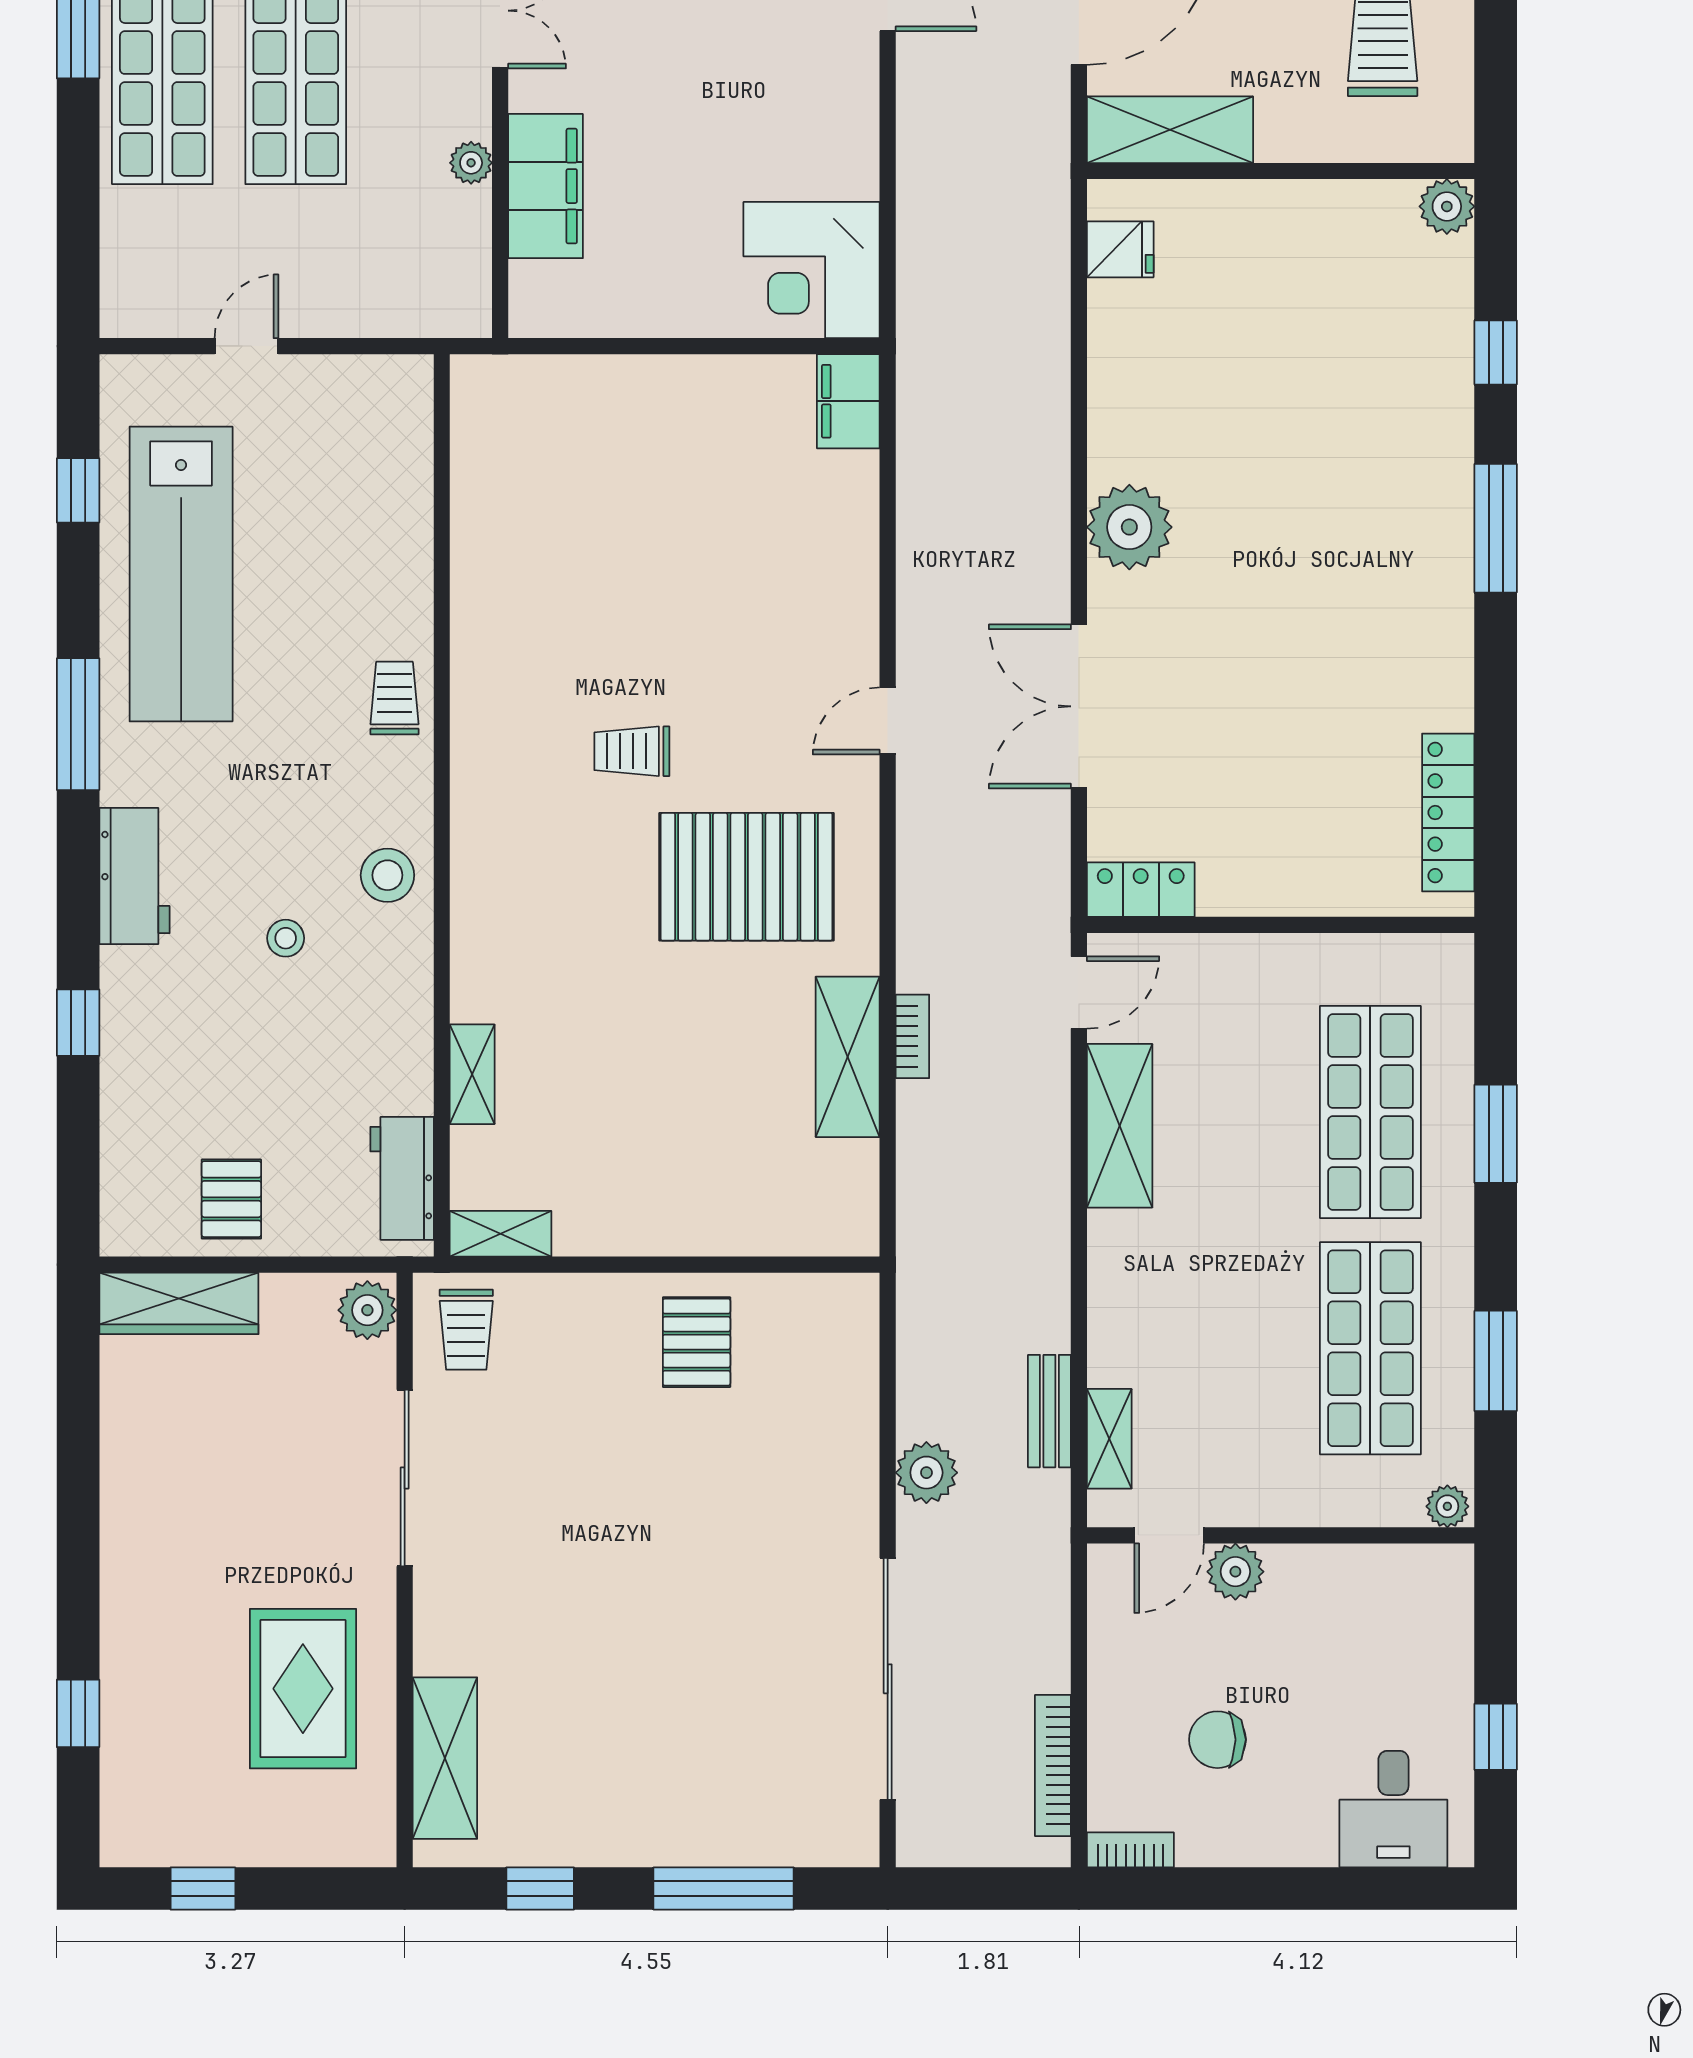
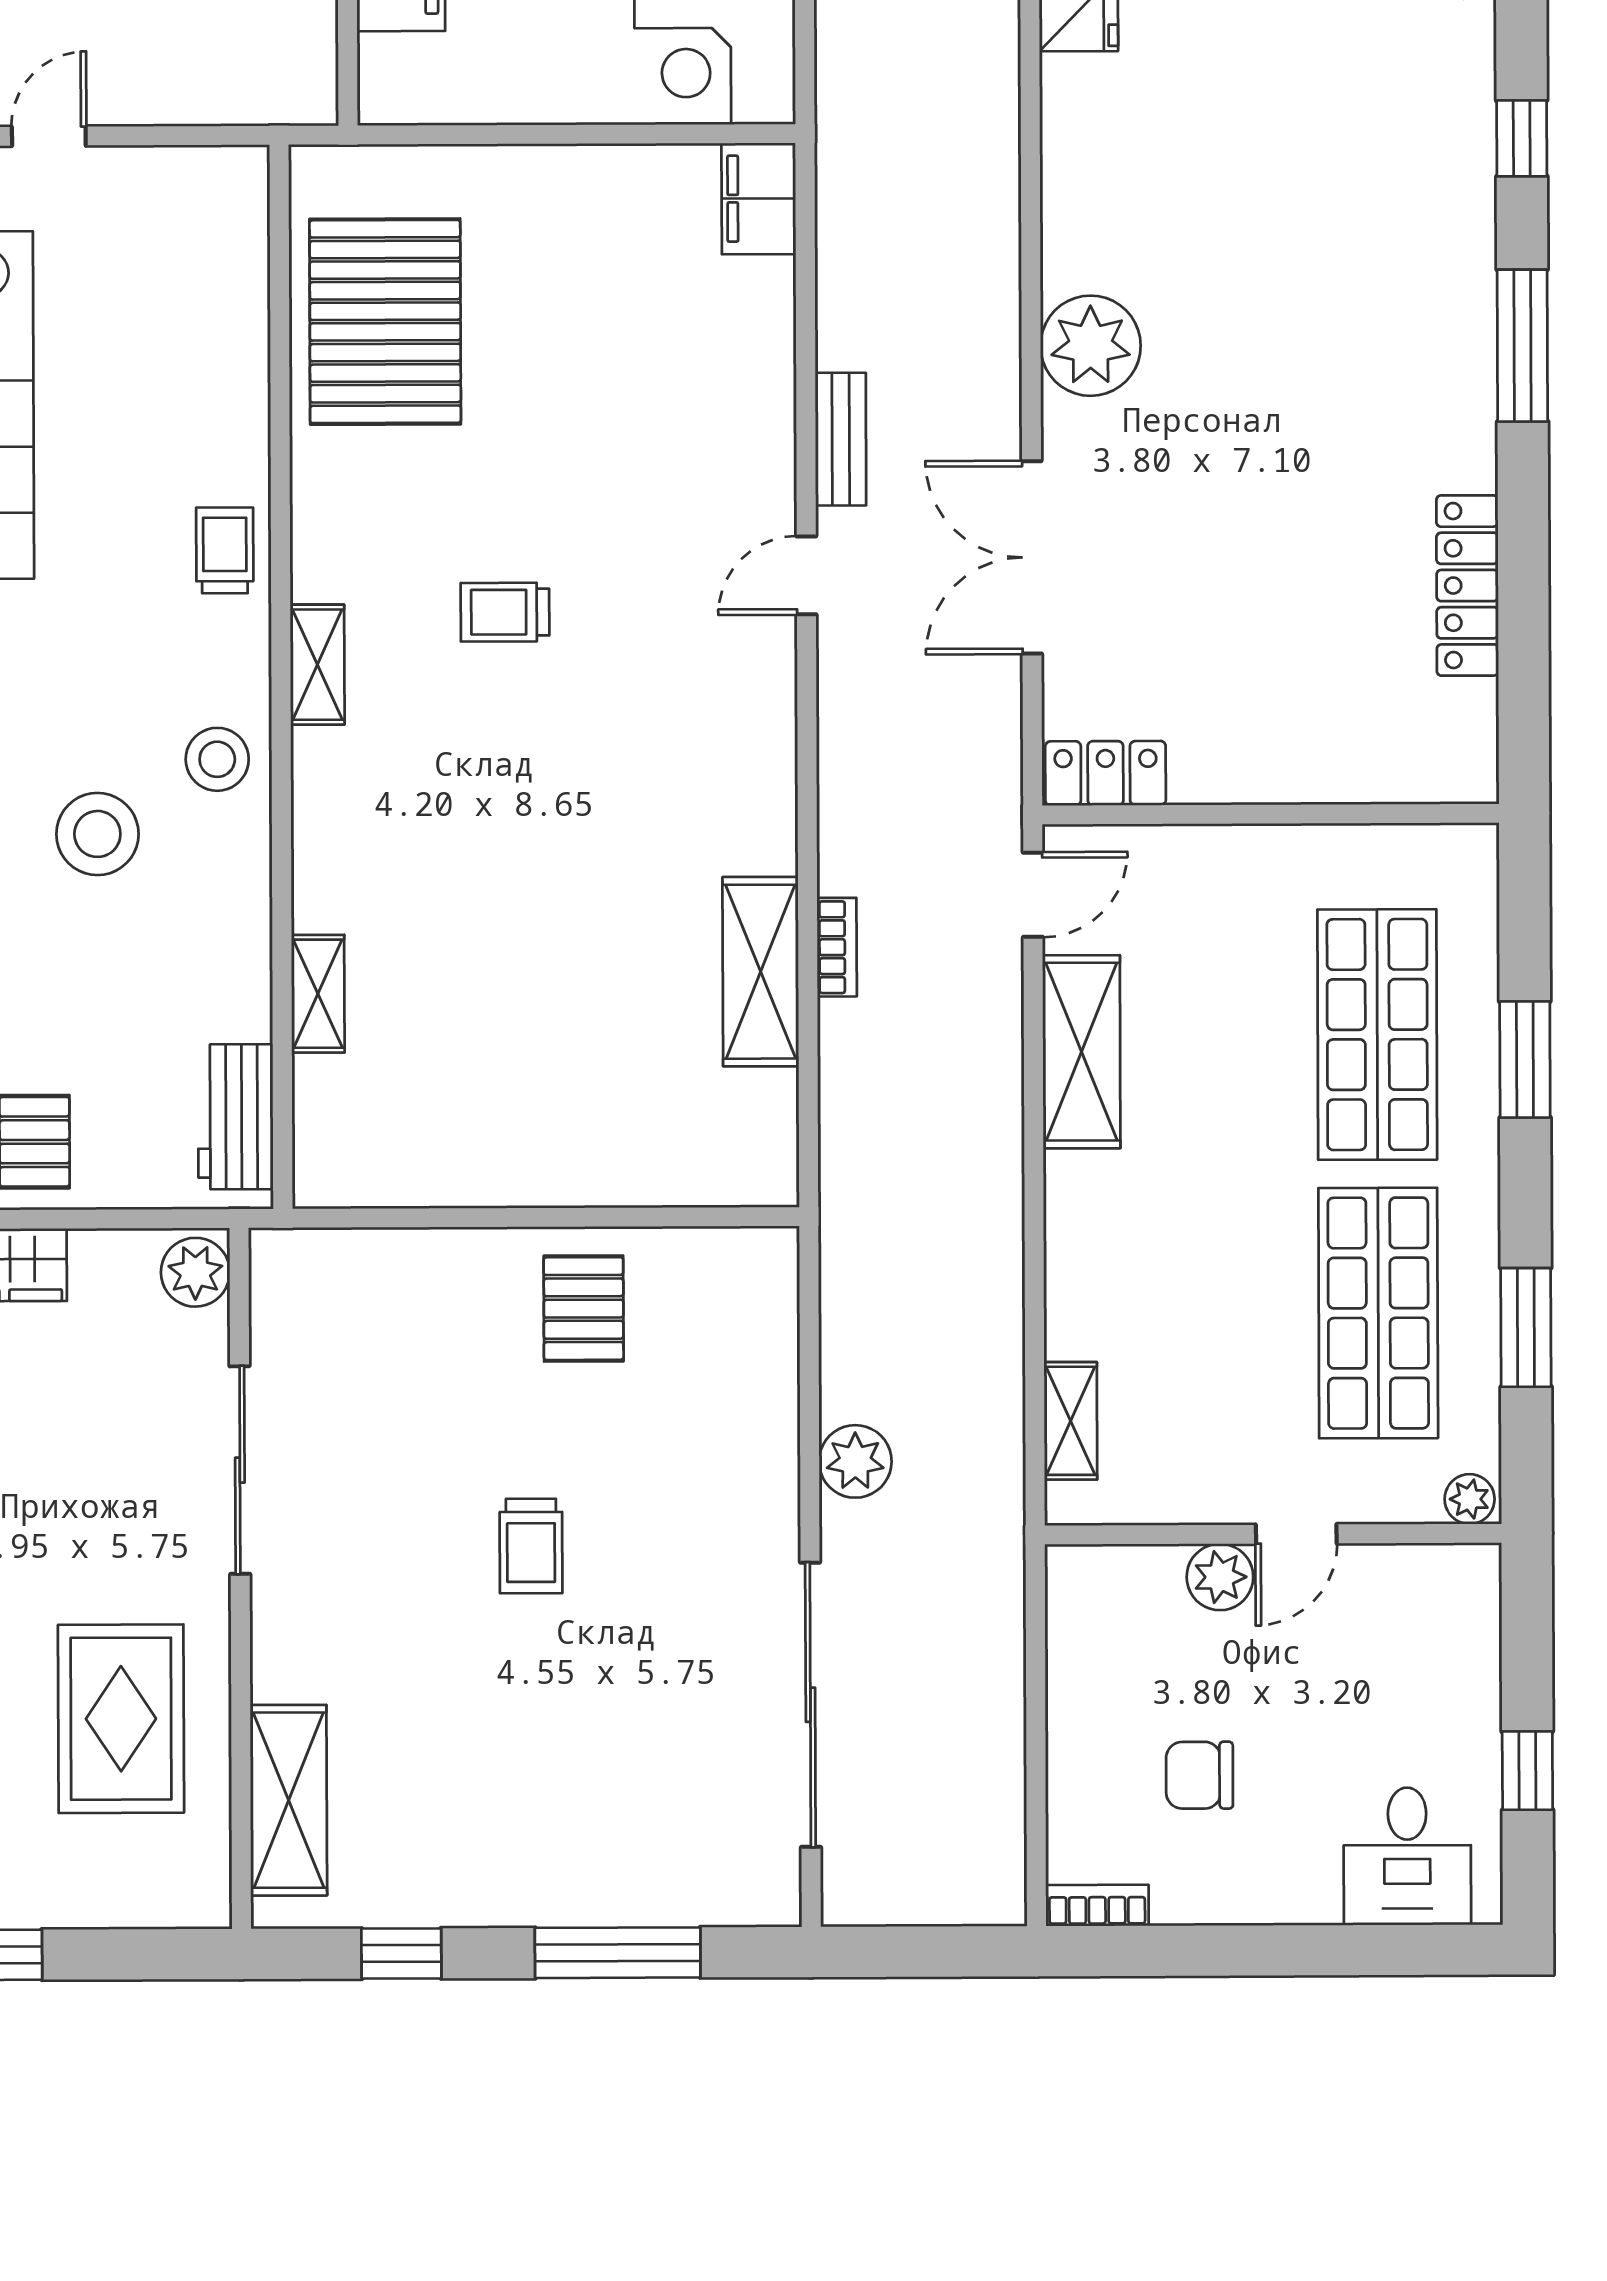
locker: (1448, 813) -> (1467, 586), moved
pallet: (747, 877) -> (385, 322), moved, turned 90
stool: (286, 938) -> (97, 834), width x1.89, depth x1.89
shelving: (501, 1234) -> (317, 665), moved, turned 90
trolley: (466, 1330) -> (531, 1546), moved
bench: (1049, 1411) -> (841, 439), moved
door: (1169, 1535) -> (1296, 1534), moved
bookcase: (1053, 1766) -> (1005, 1806), removed

